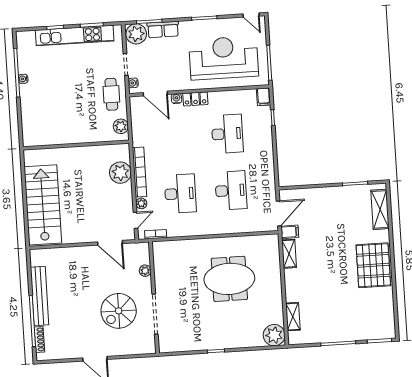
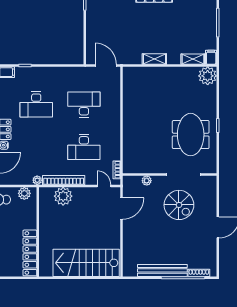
desk: (227, 134) -> (36, 104), turned 180
locker: (50, 137) -> (30, 253), added
desk: (180, 194) -> (84, 147), turned 180
plant: (141, 203) -> (37, 180), moved
filing cabinet: (290, 232) -> (211, 57), moved
shelving: (289, 254) -> (154, 59), moved
meeting table: (229, 279) -> (191, 135), moved

